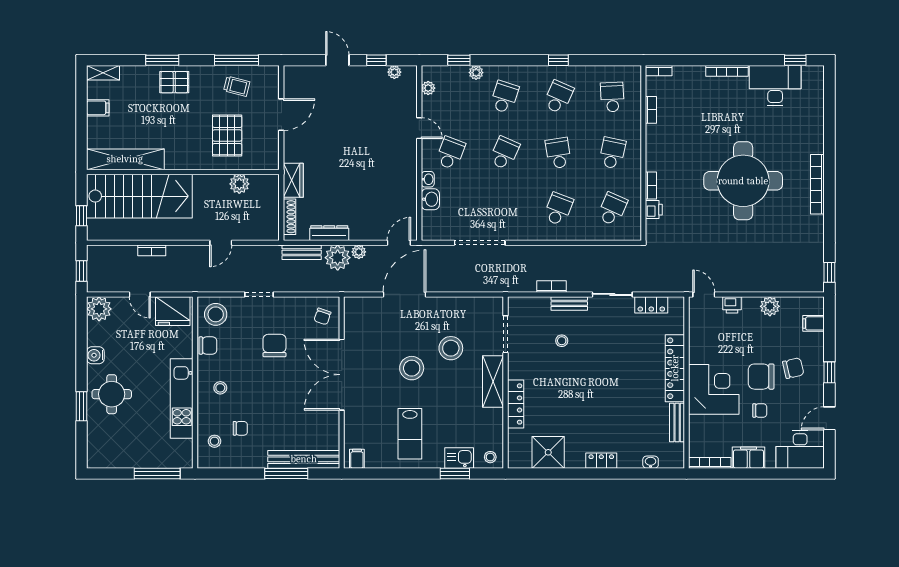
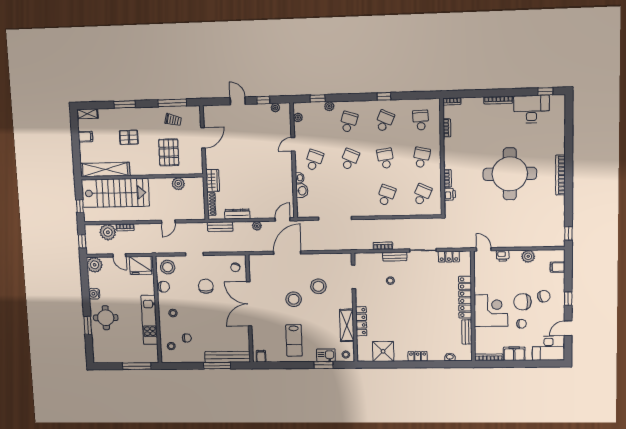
pallet: (174, 82) -> (129, 137), moved
door: (419, 128) -> (293, 144), swing flipped
plant: (338, 258) -> (108, 232), moved
shelving: (493, 382) -> (347, 325), moved

